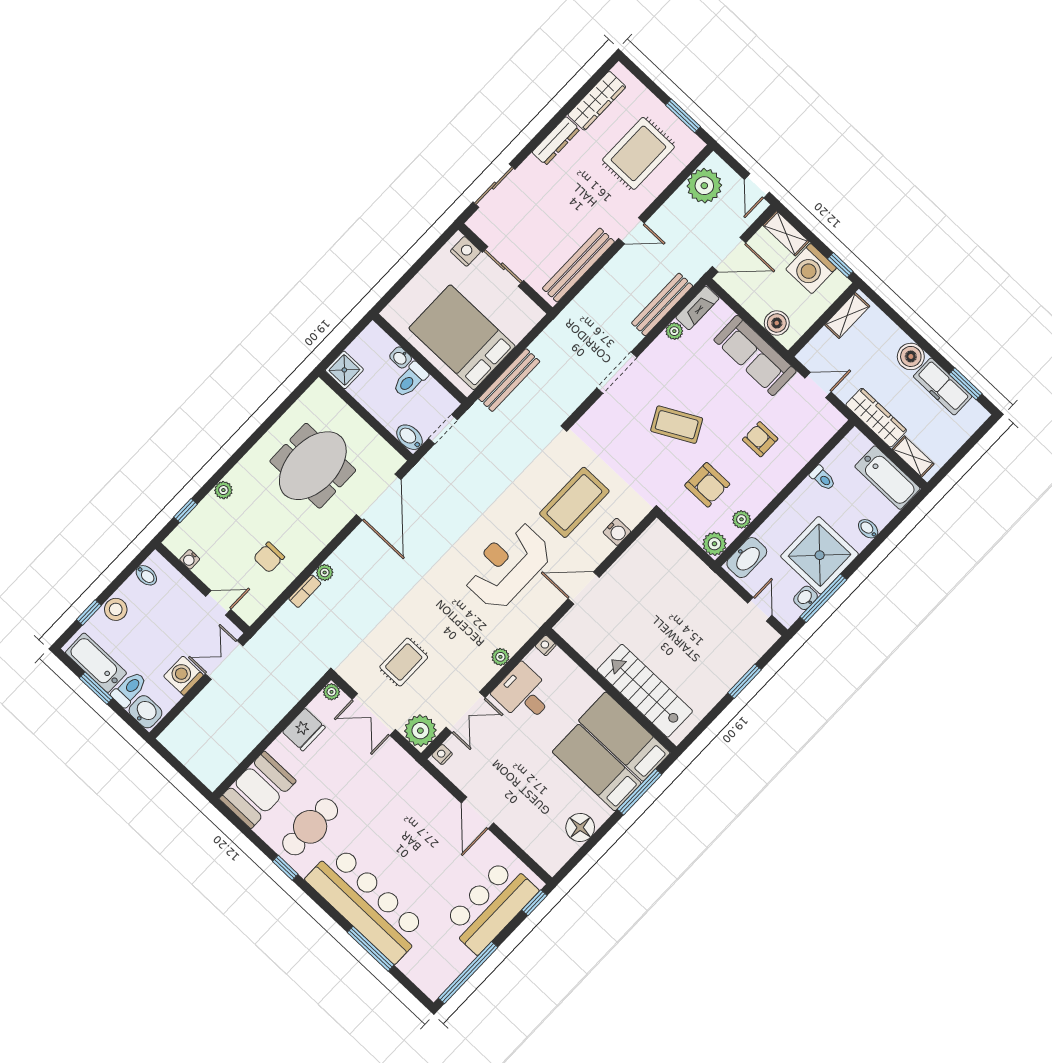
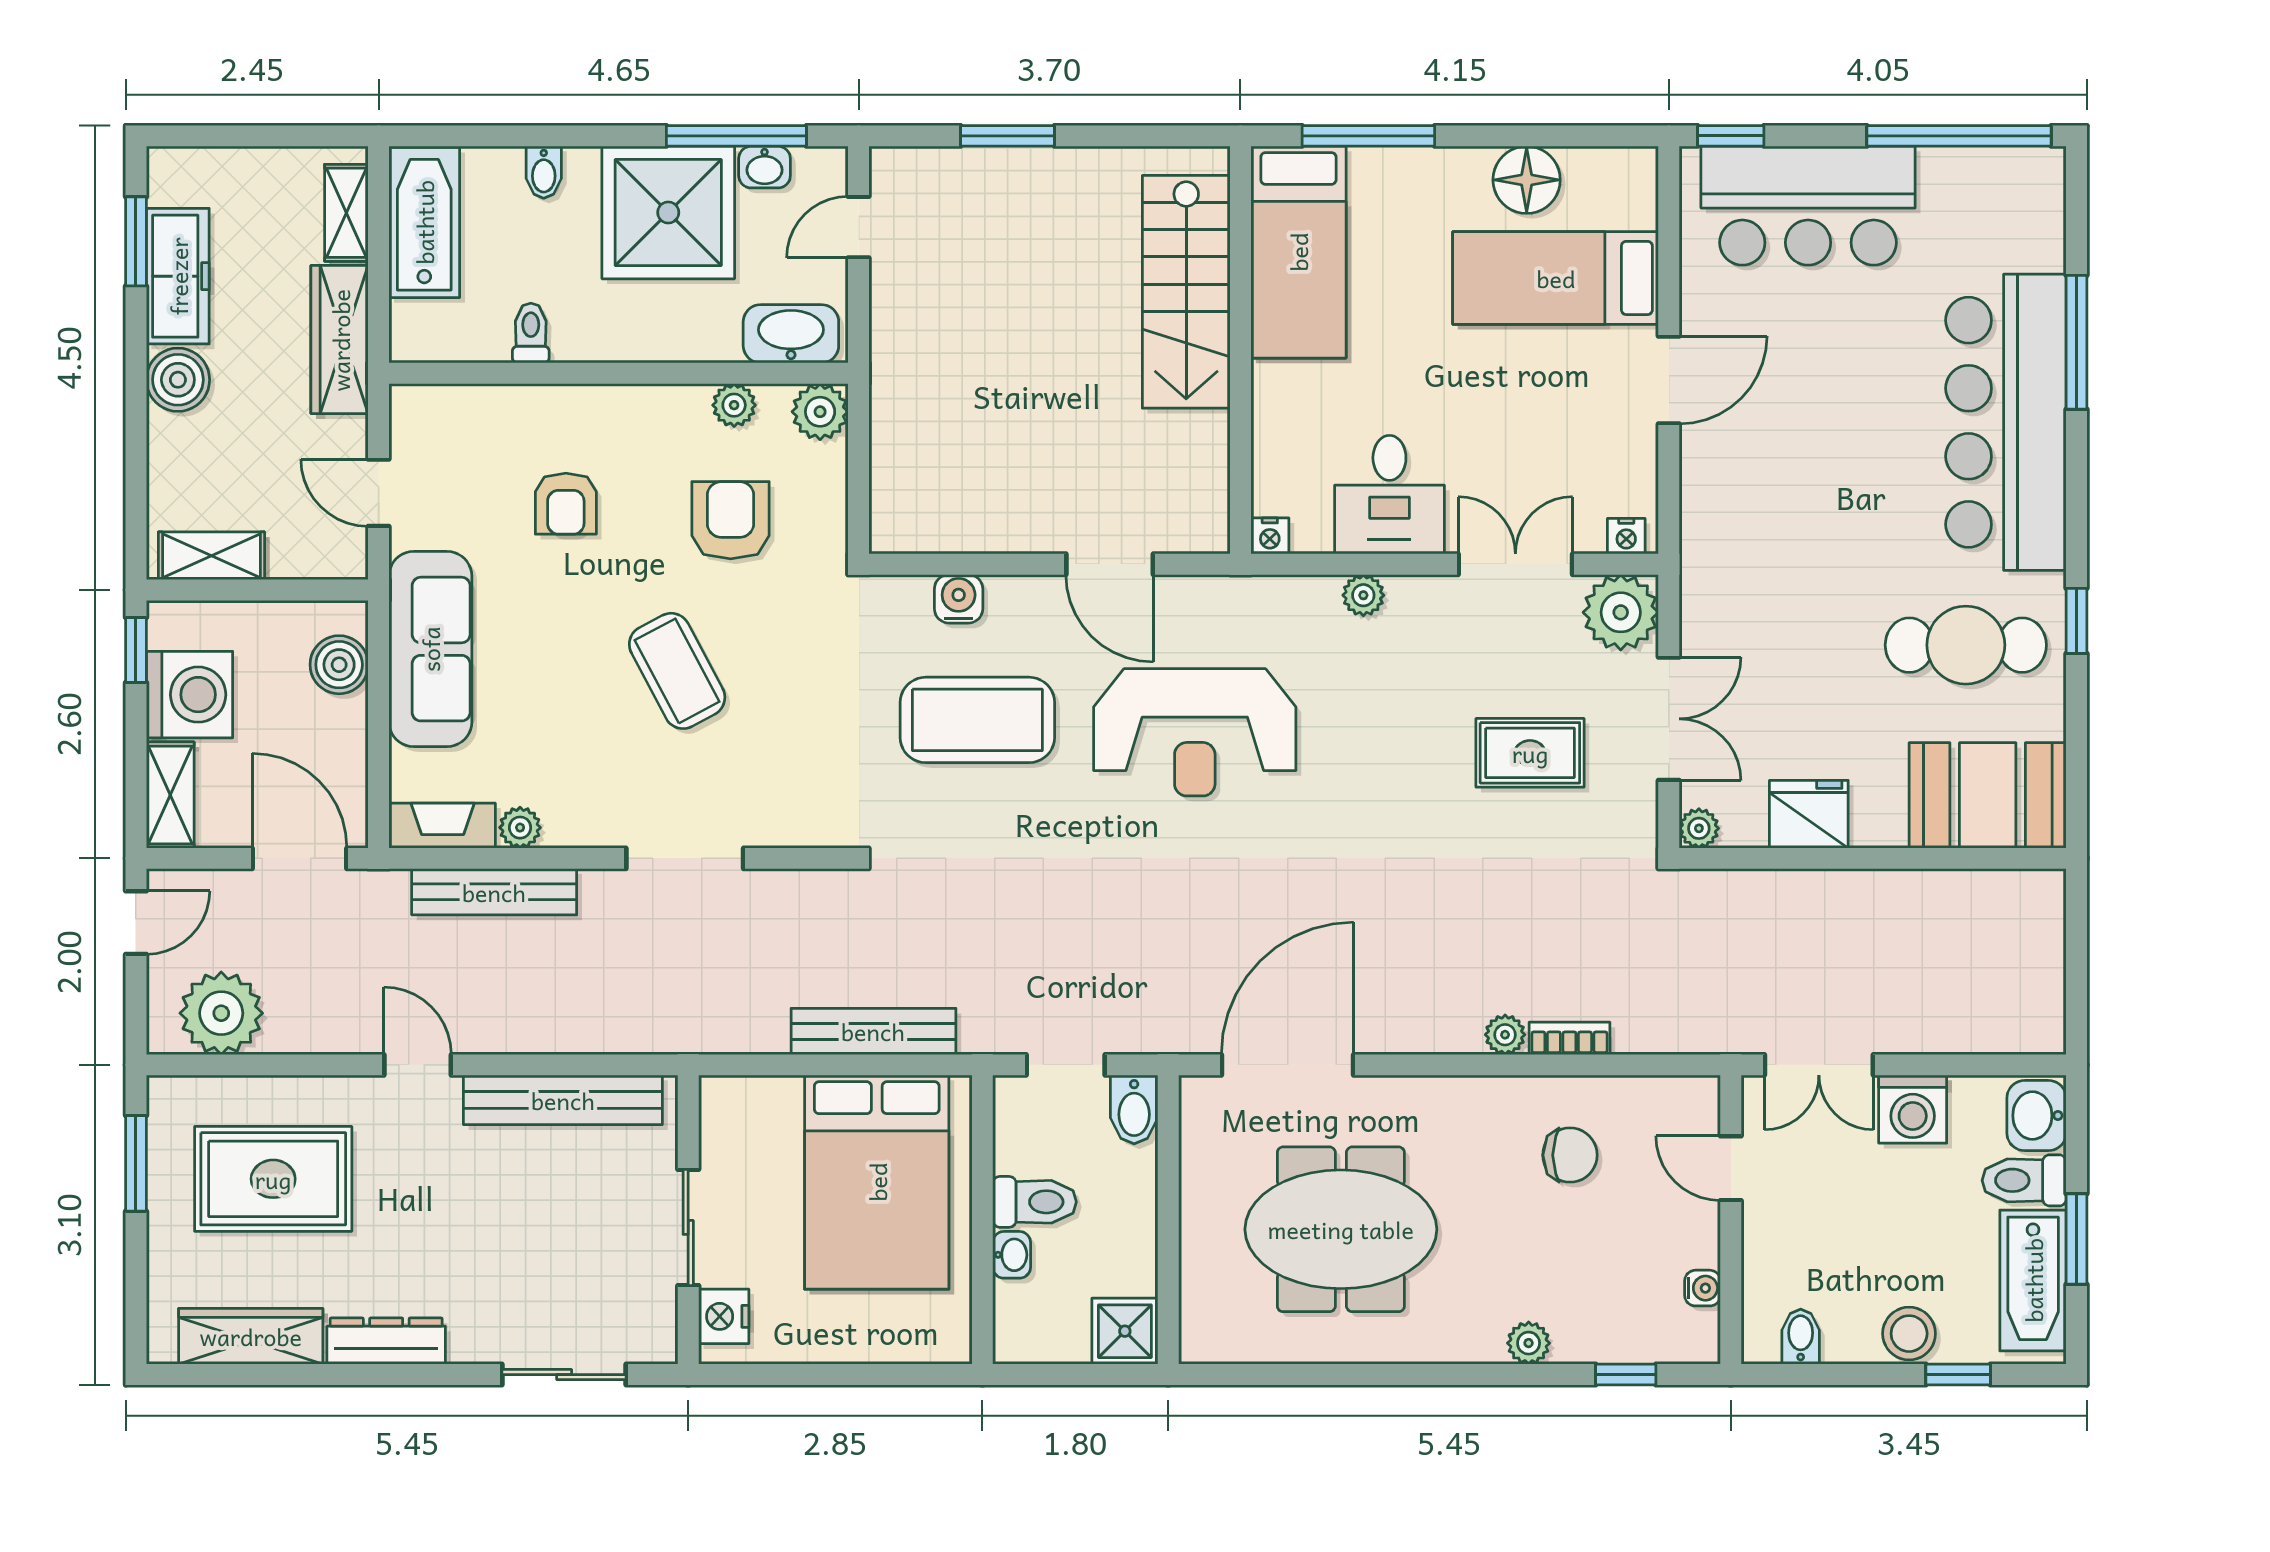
bed: (597, 768) -> (1556, 278), moved, turned 90

